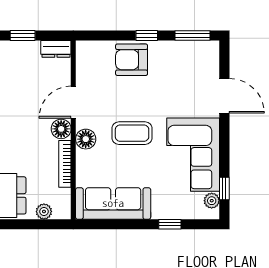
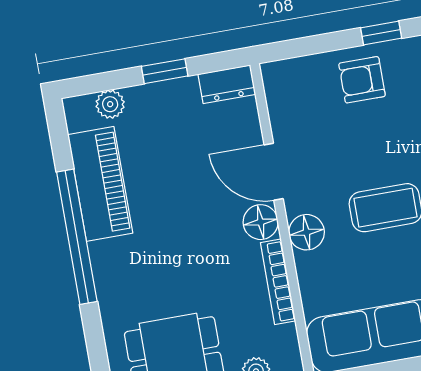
armchair: (132, 60) -> (362, 80), width x0.72, depth x0.72
door: (73, 102) -> (274, 172), hinge flipped

